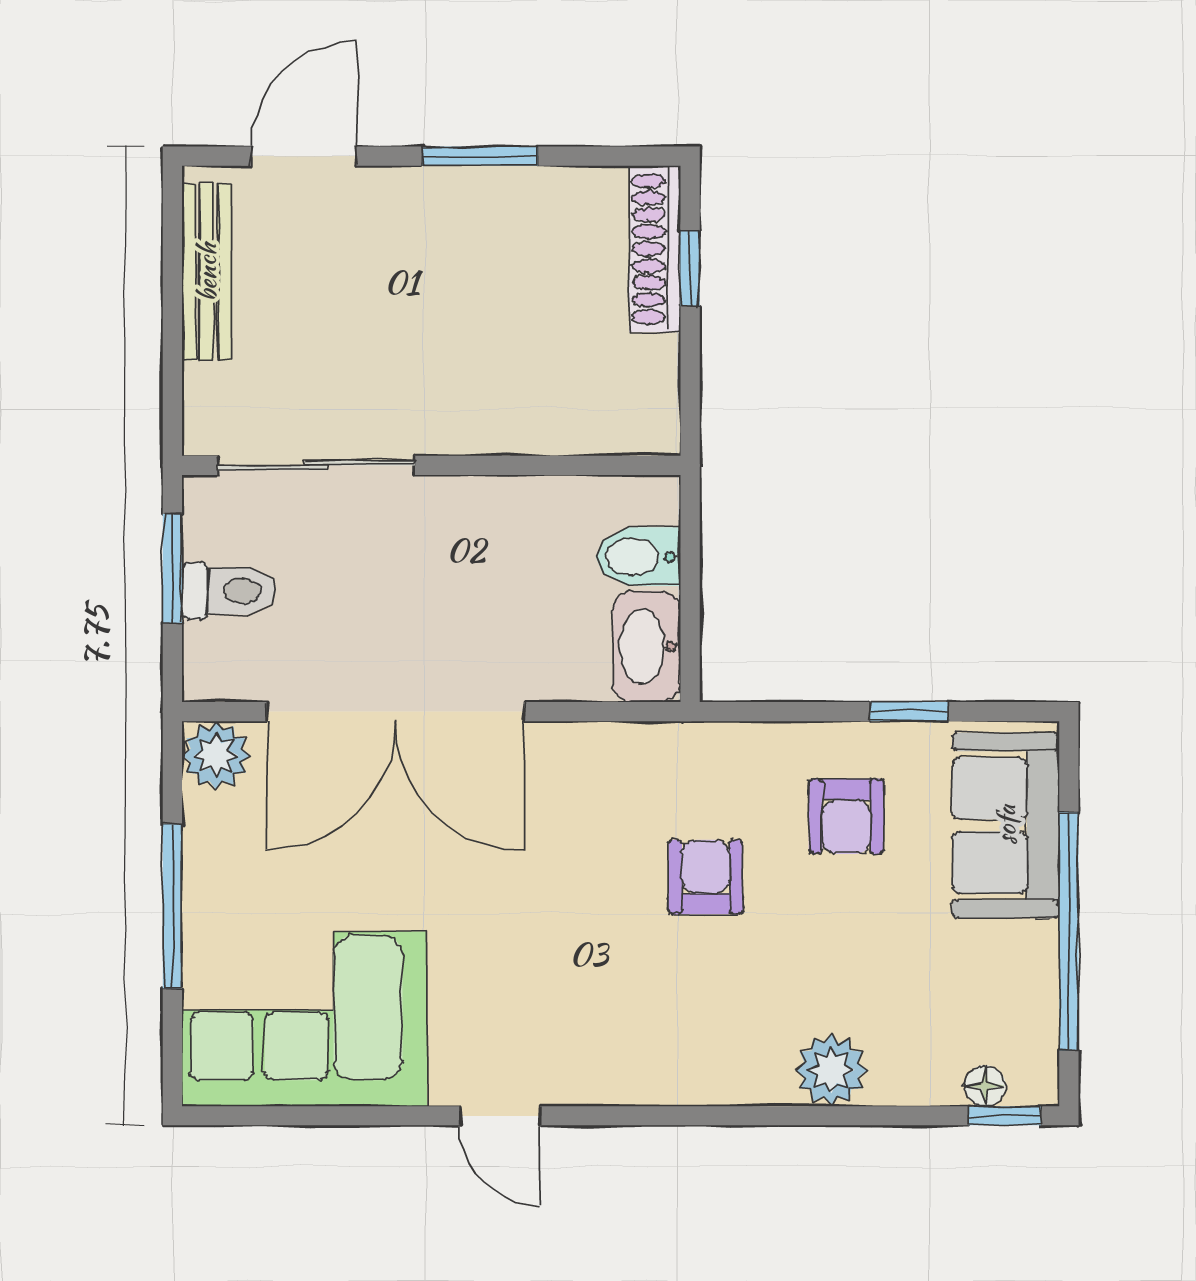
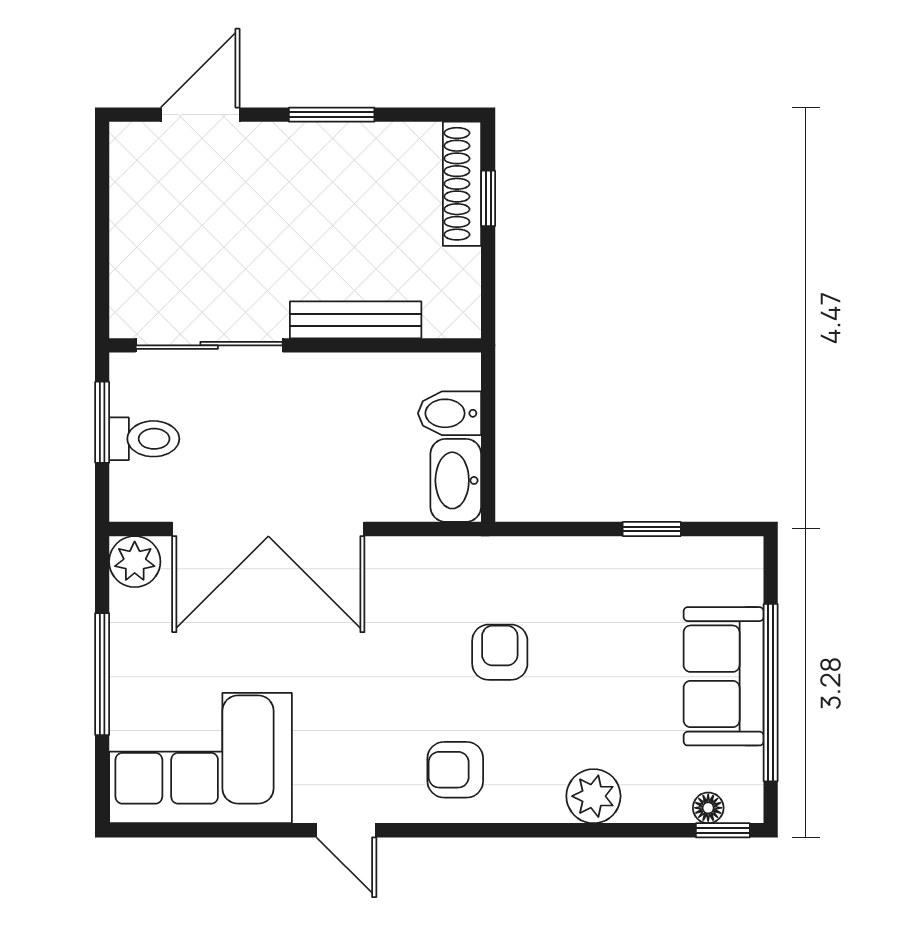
bench: (207, 272) -> (356, 320), moved, turned 90
armchair: (846, 816) -> (455, 770), moved, turned 90
sofa: (1006, 825) -> (724, 676), moved

